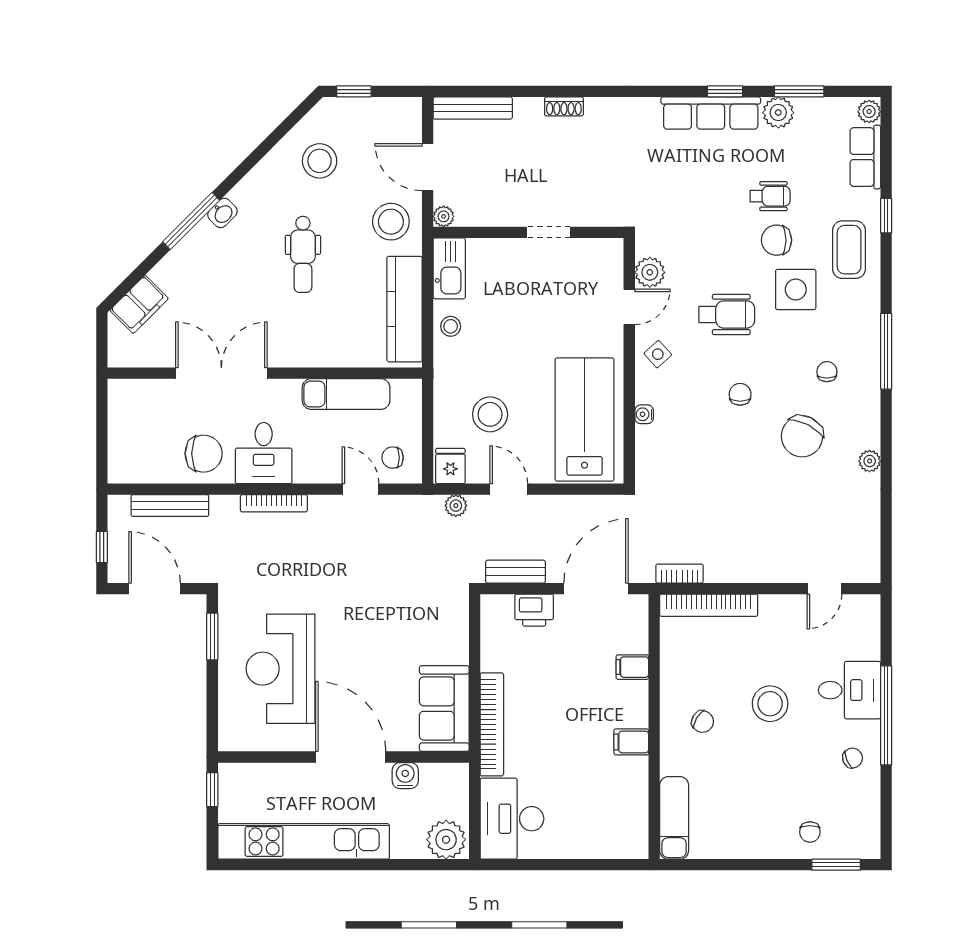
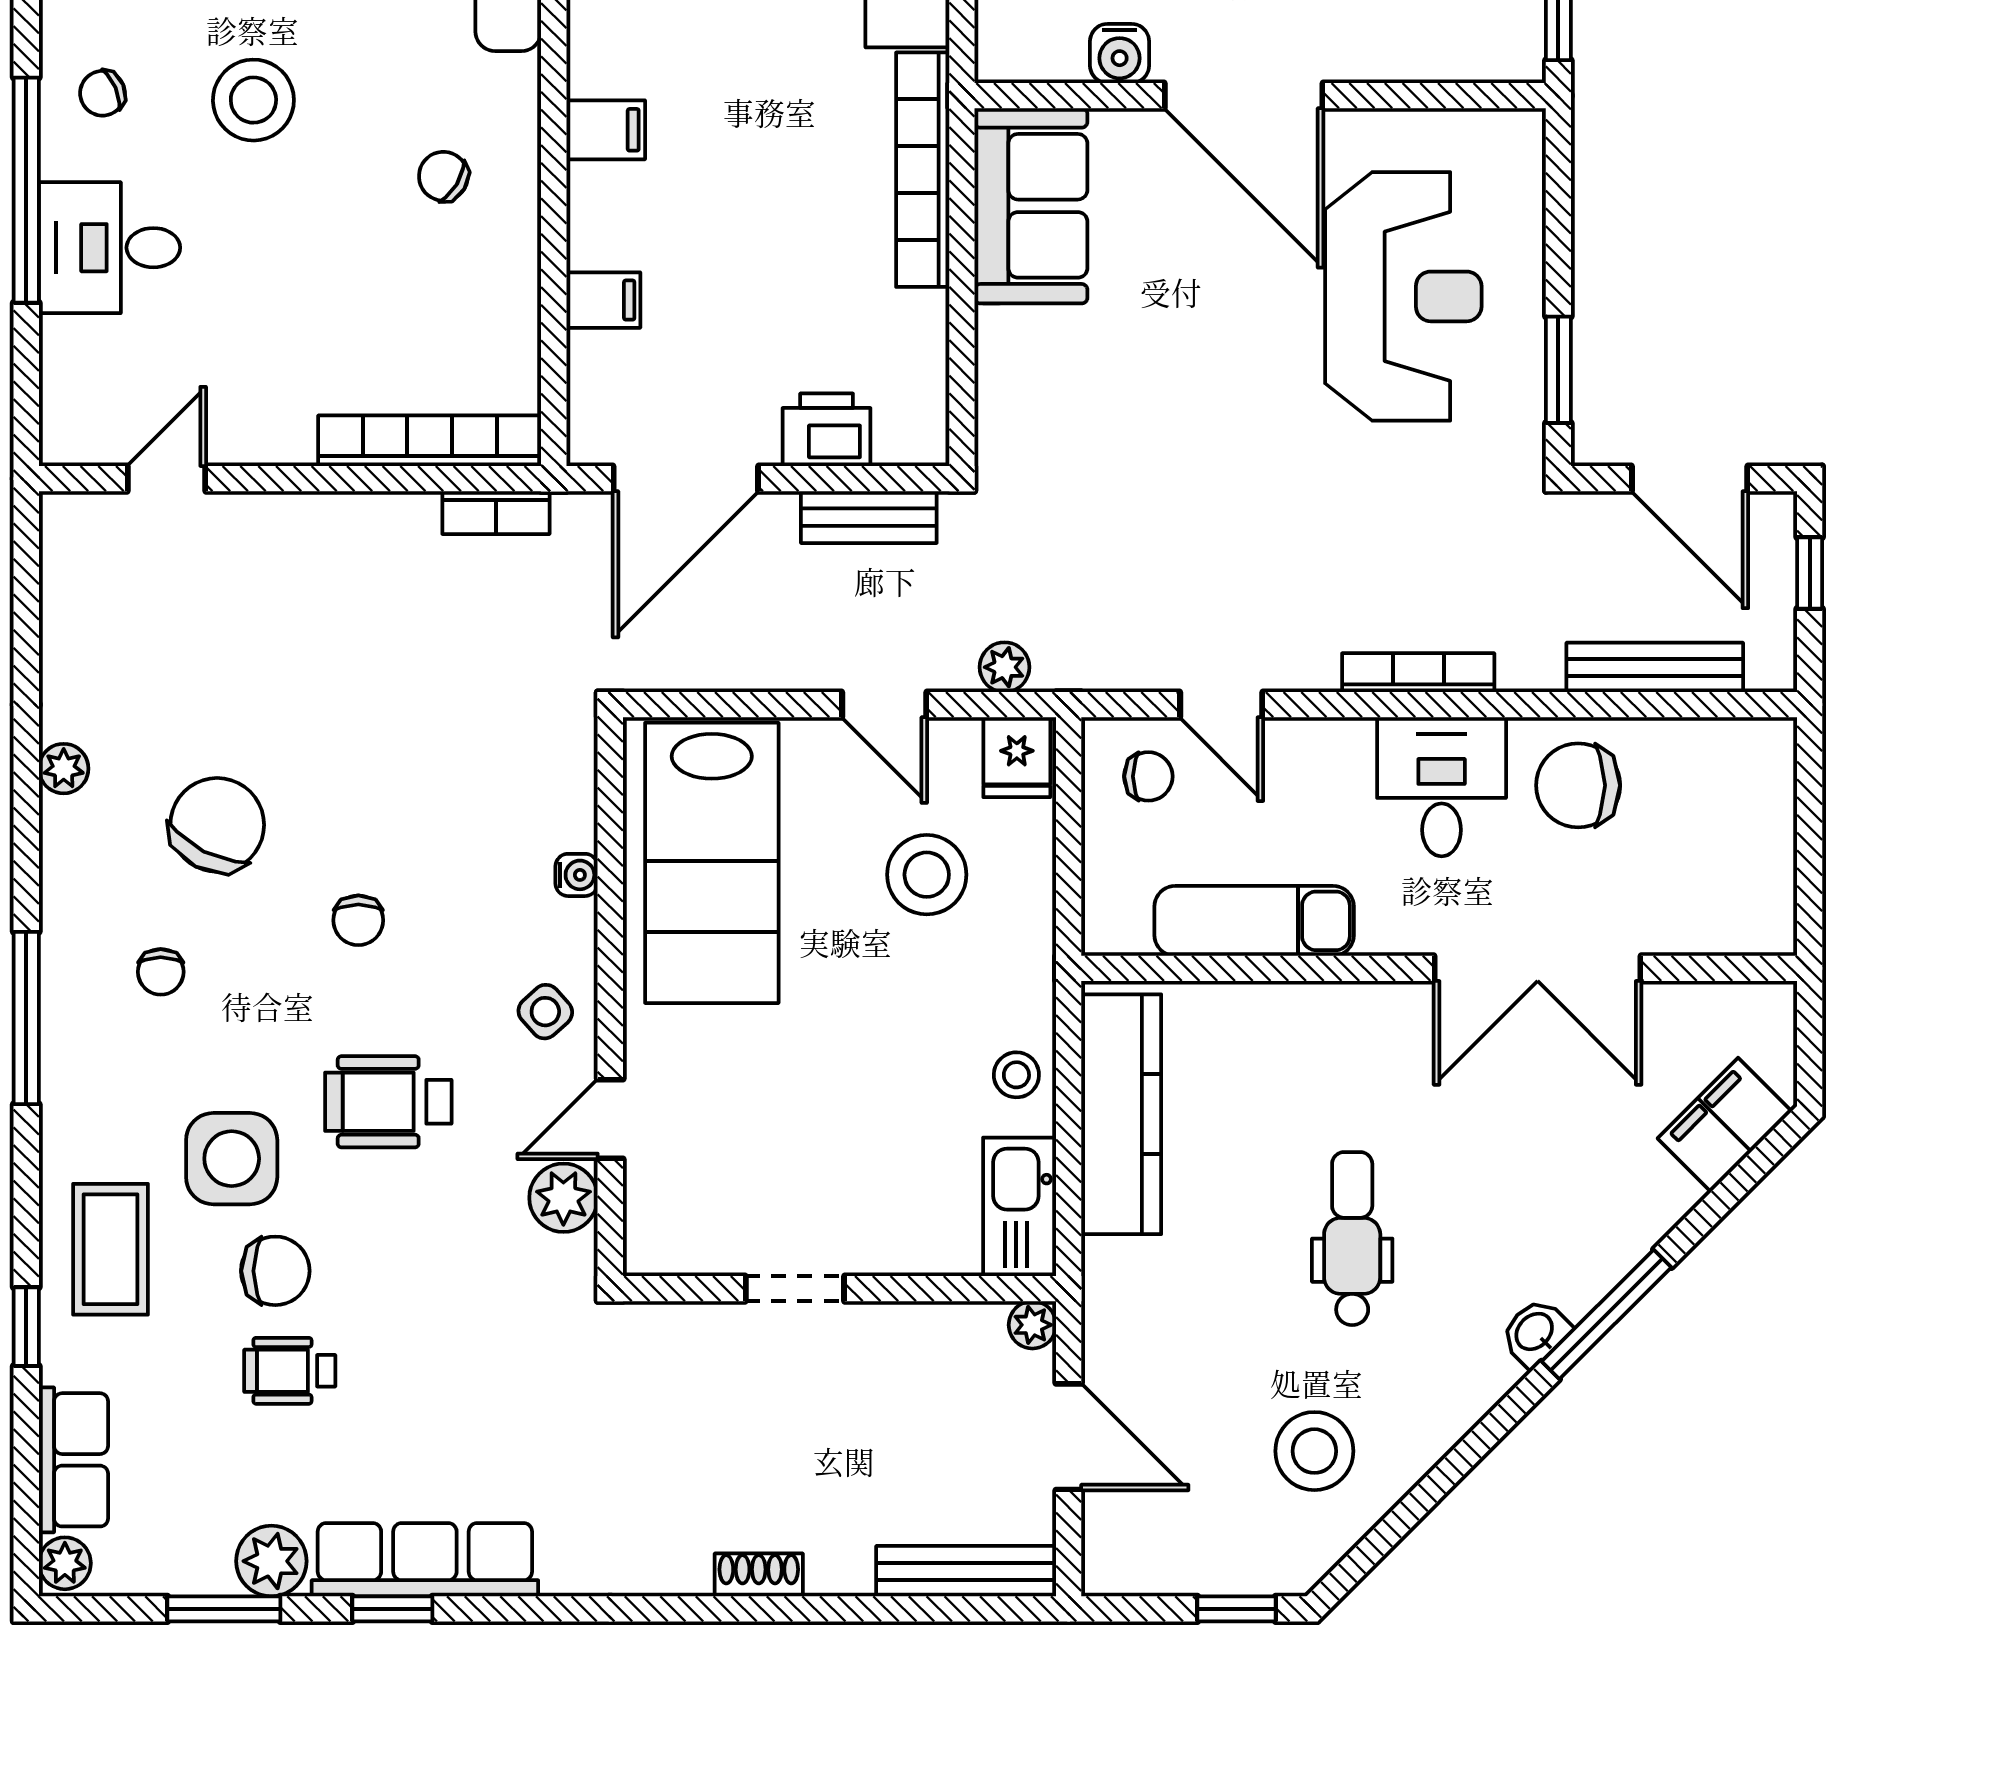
stool: (391, 222) -> (1152, 1313), removed
stool: (770, 704) -> (253, 100), moved

